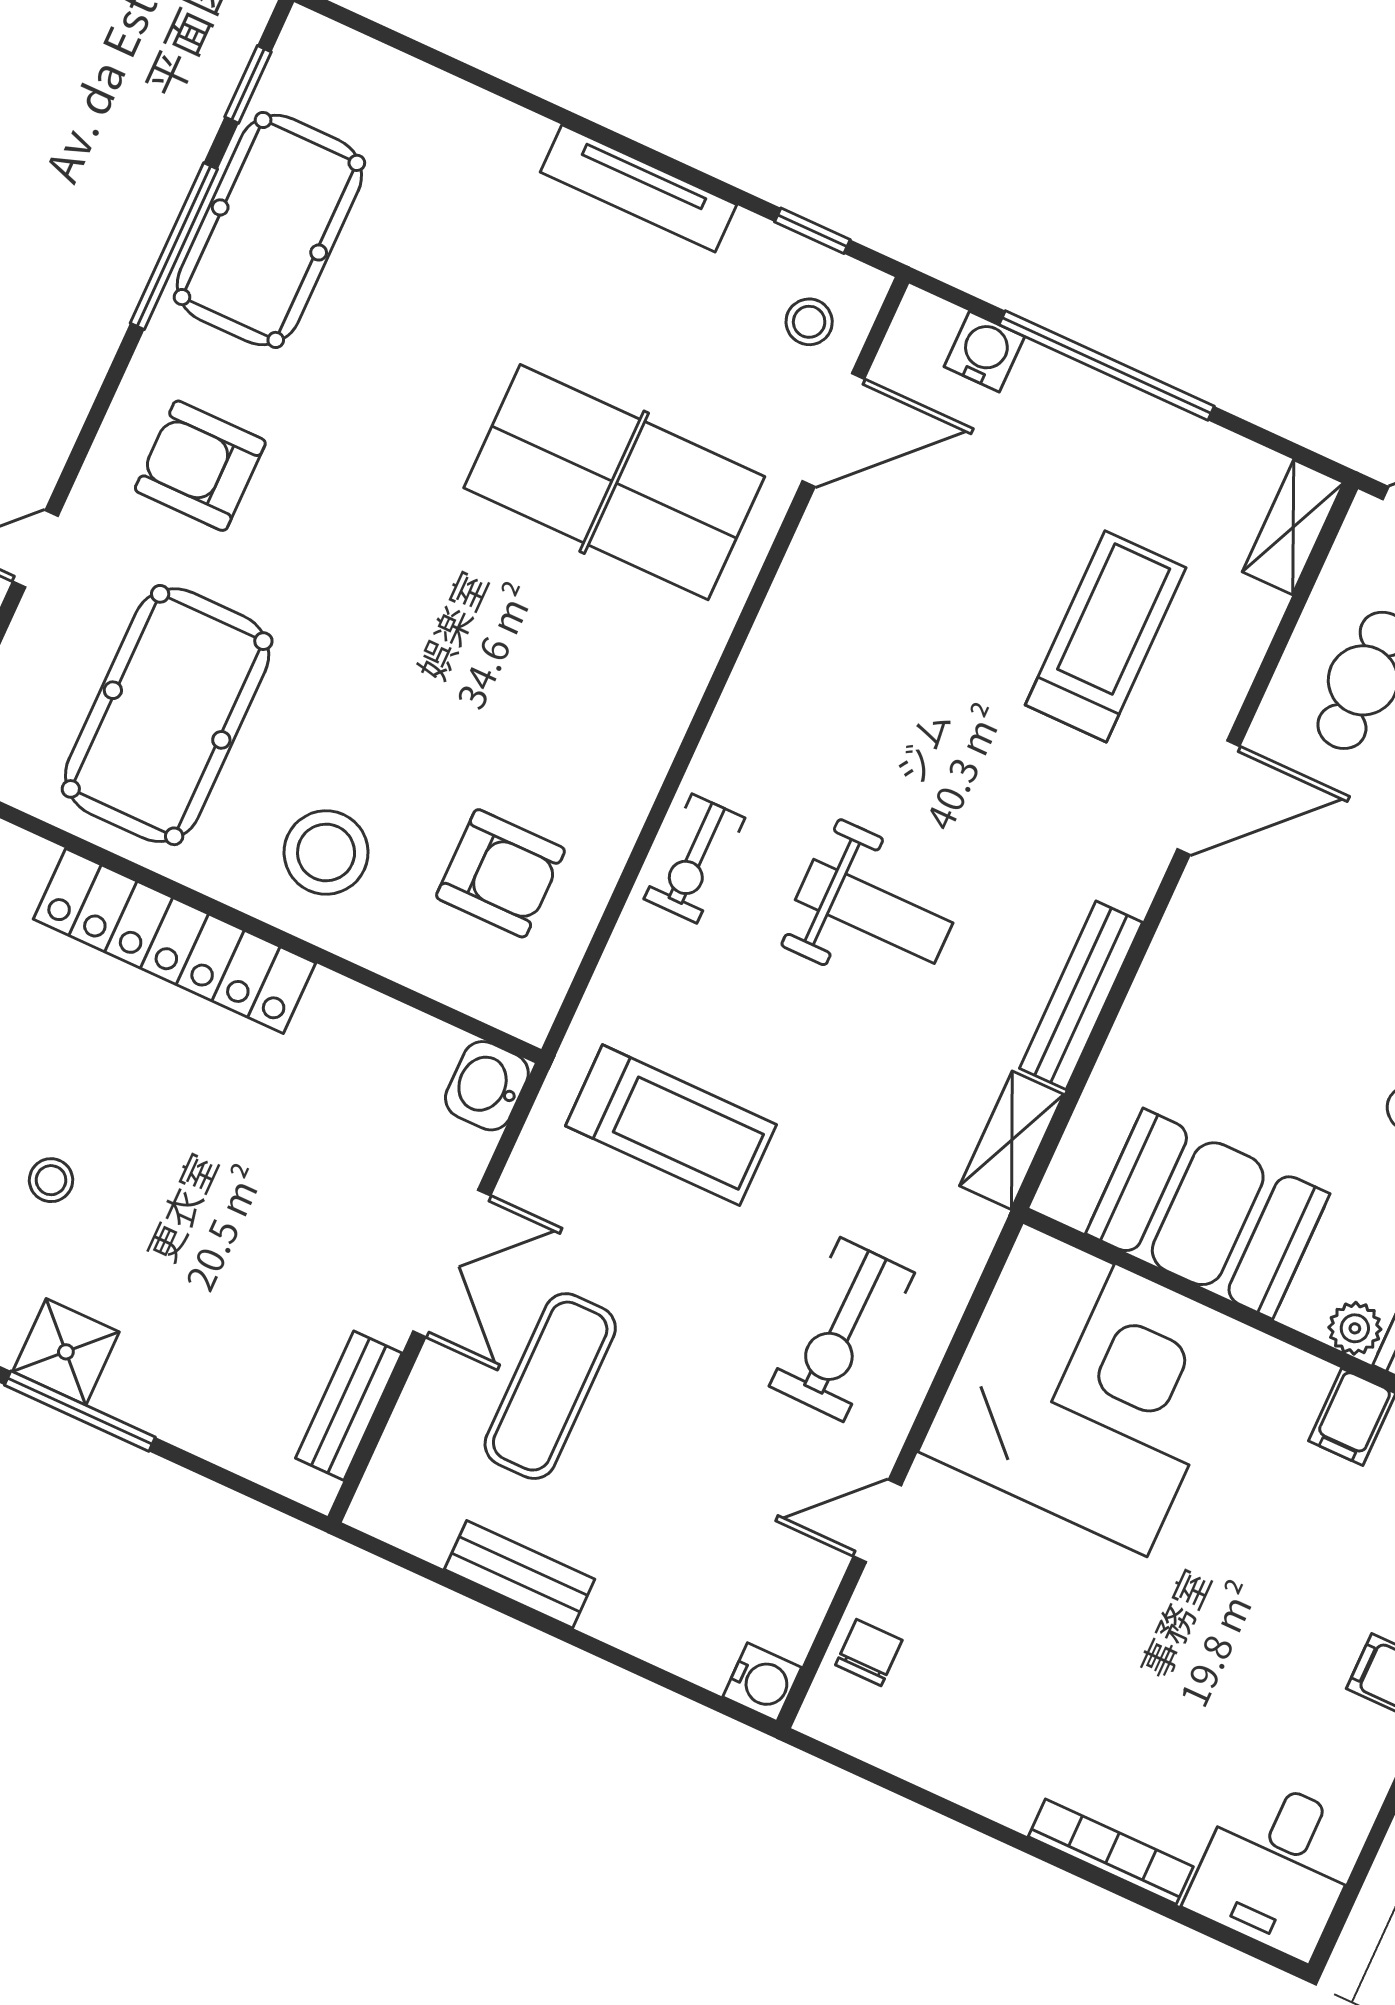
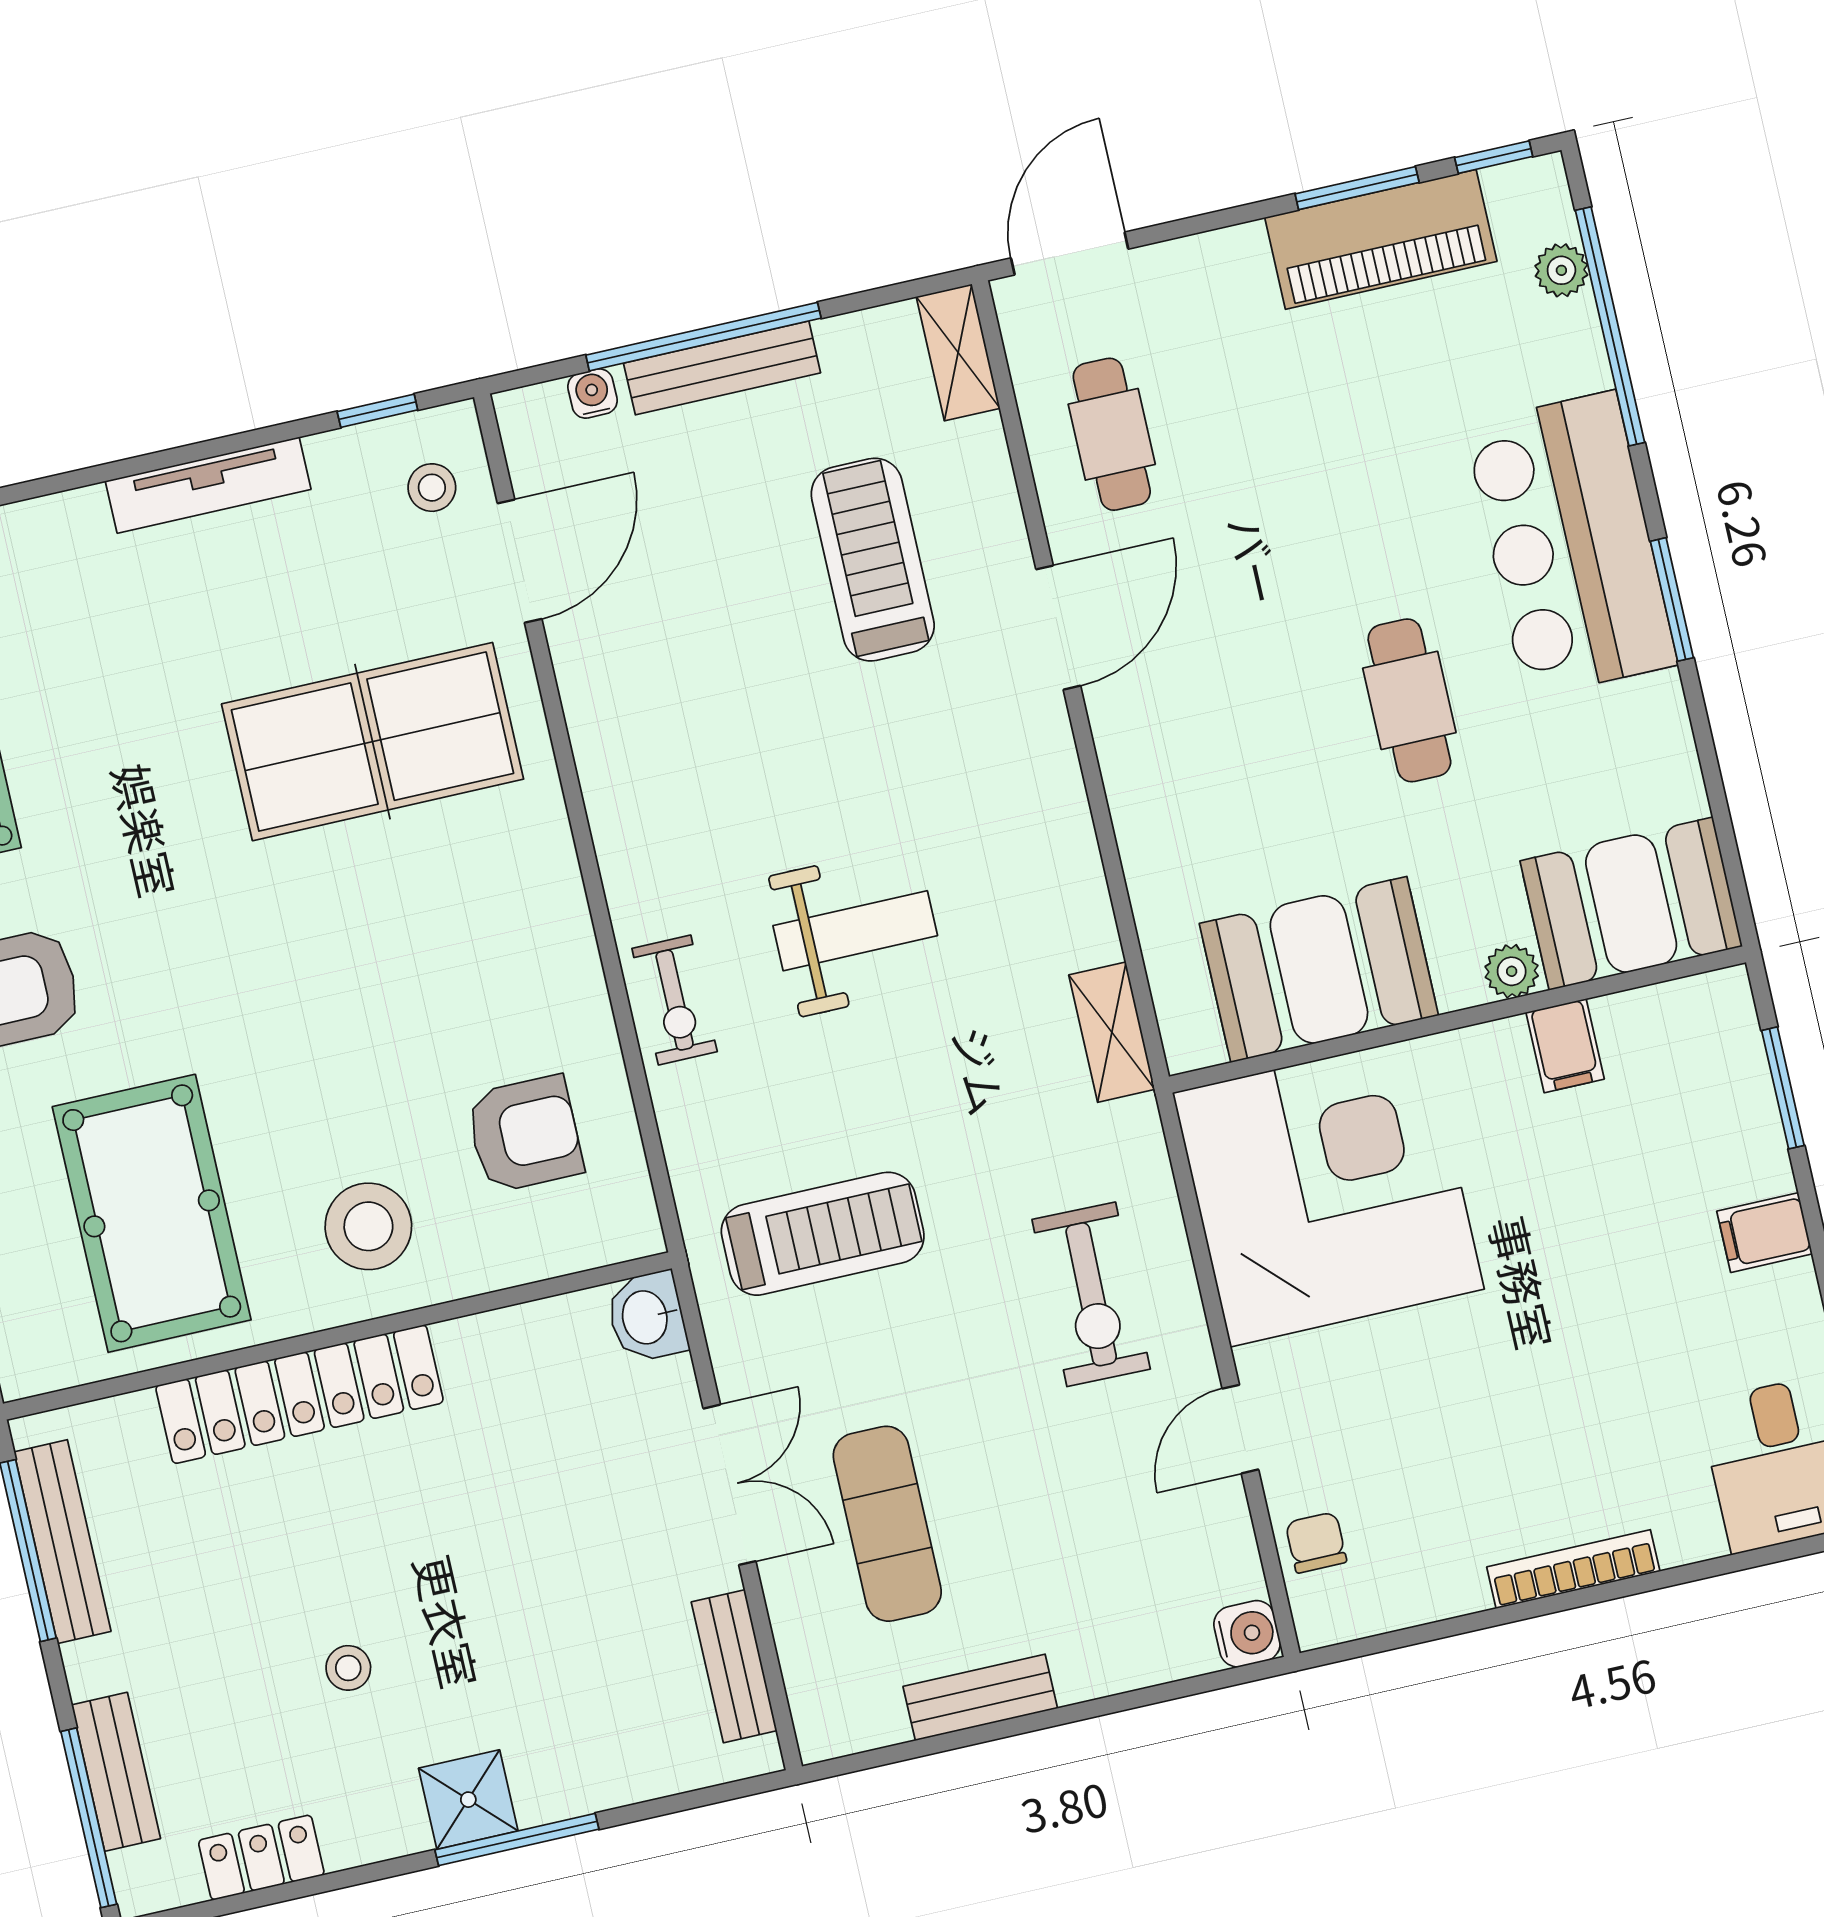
water cooler: (984, 352) -> (593, 394), width x0.72, depth x0.72
bench: (1081, 995) -> (722, 368), moved, turned 90
bookcase: (1111, 1852) -> (1573, 1569), moved

